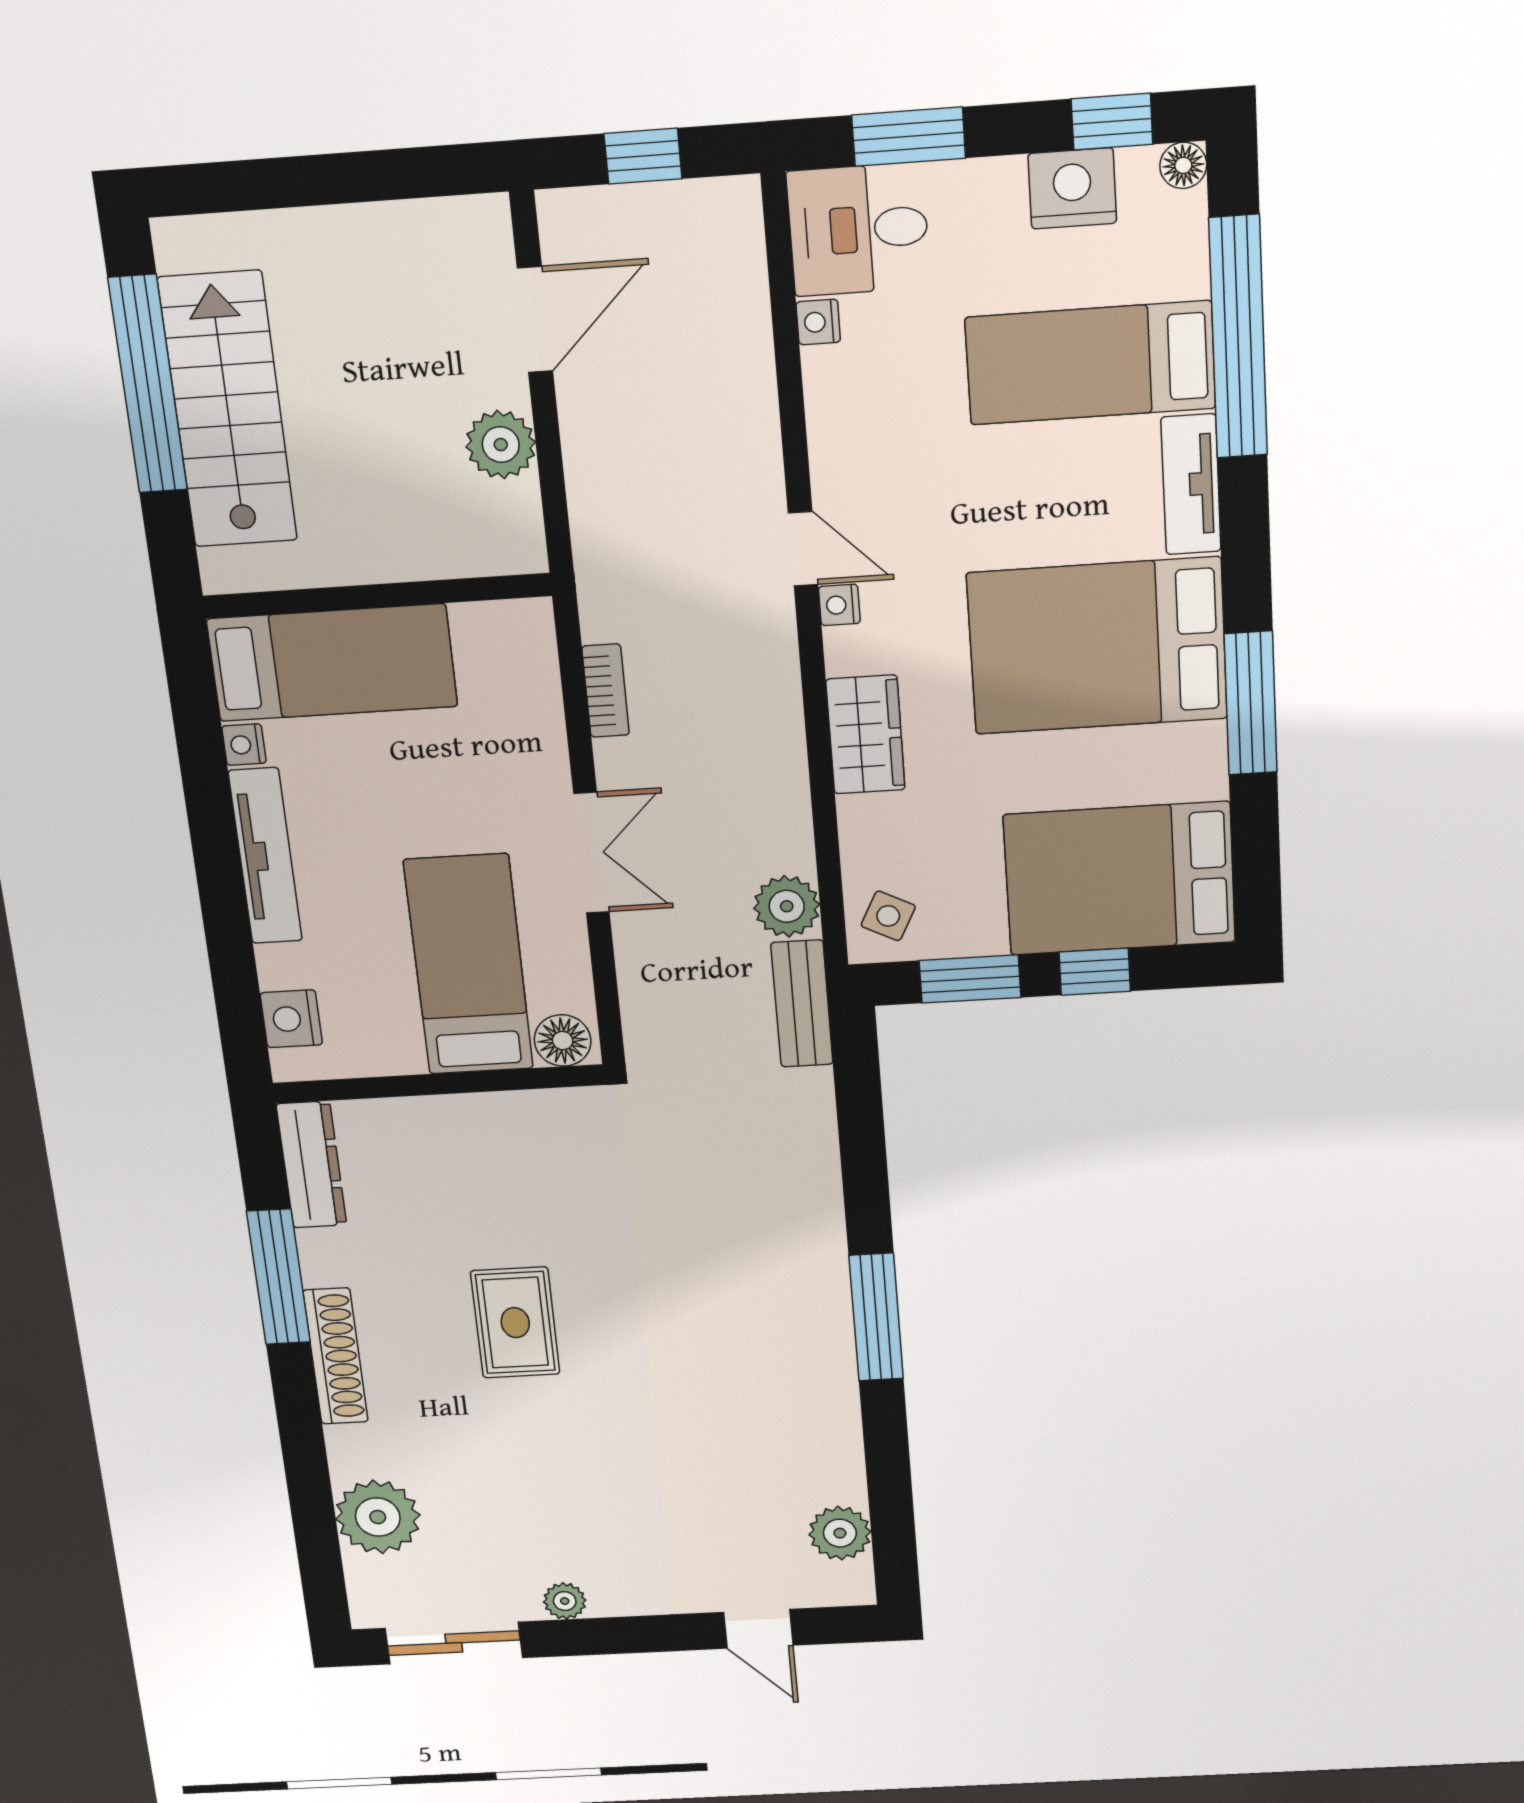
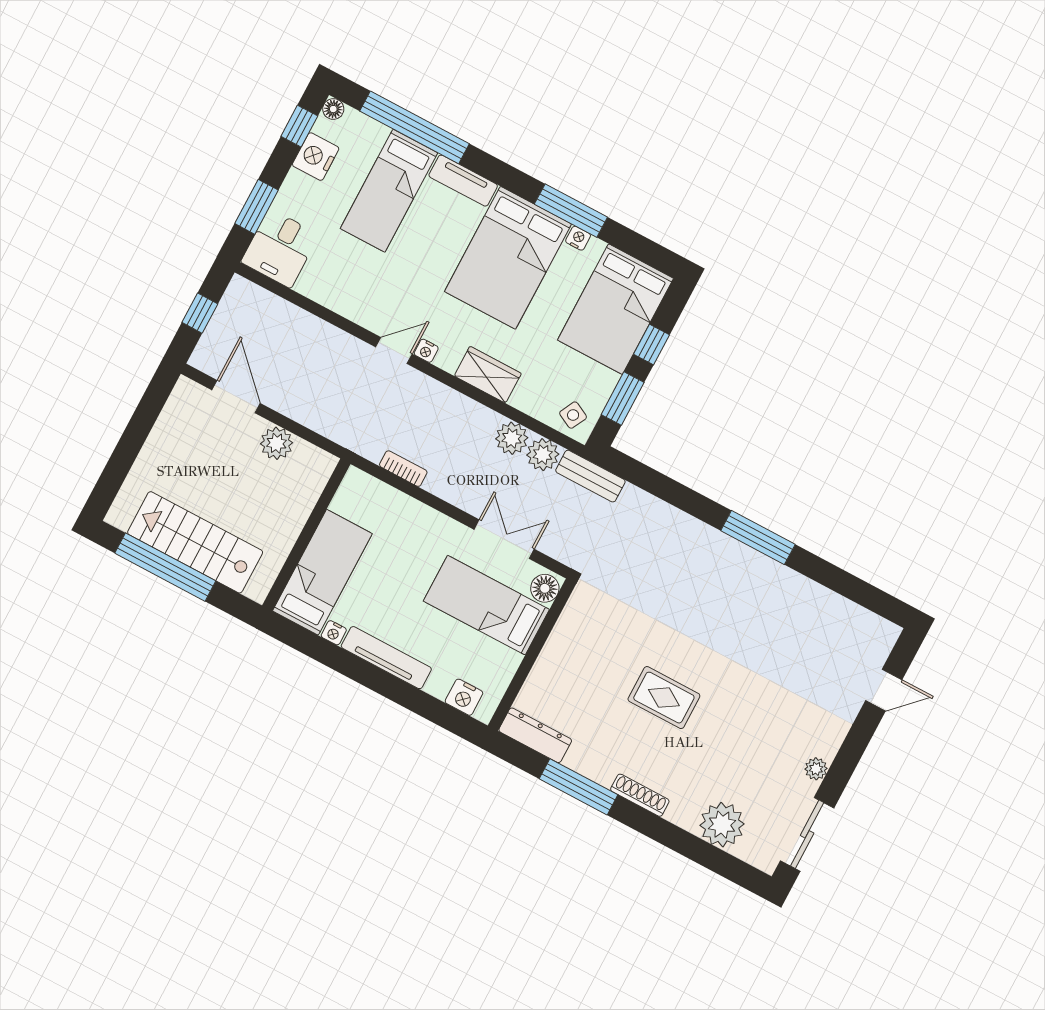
nightstand: (818, 322) -> (578, 238), moved, turned 180
double door: (591, 853) -> (504, 539), moved
shoe rack: (336, 1356) -> (640, 795), width x0.74, depth x0.81
plant: (840, 1533) -> (512, 438), moved

